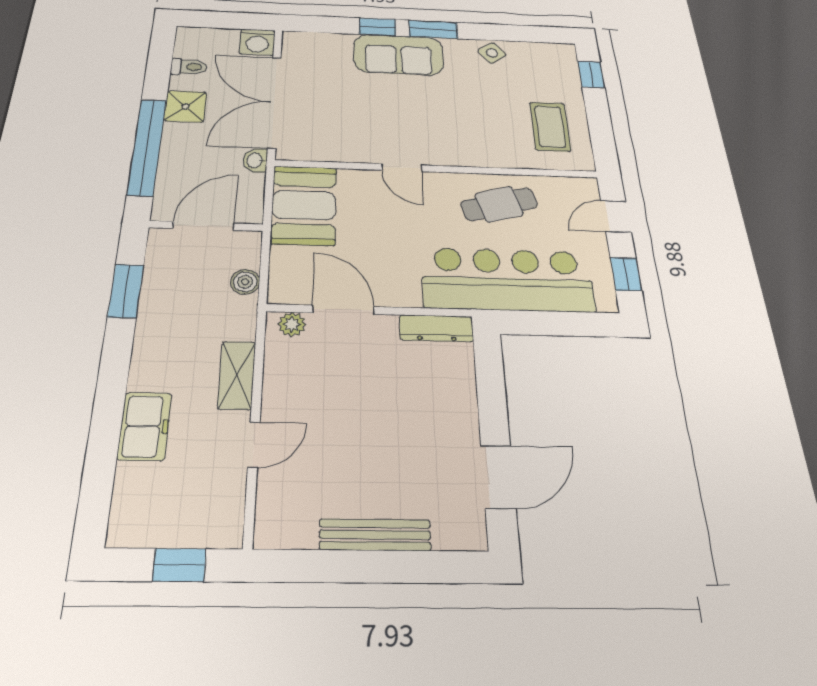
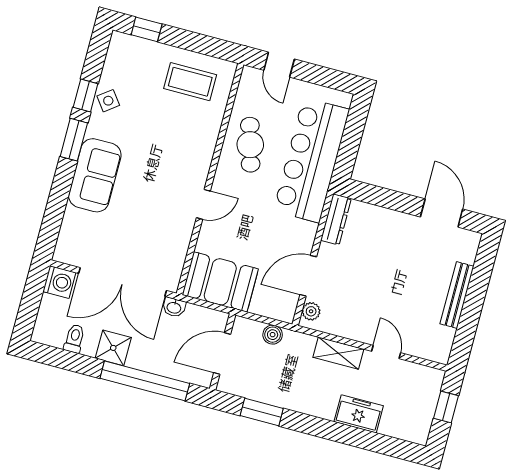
window: (377, 27) -> (86, 96), moved
door: (204, 226) -> (222, 354), hinge flipped
window: (626, 274) -> (326, 77), removed

